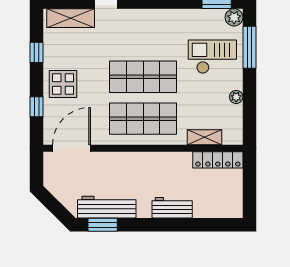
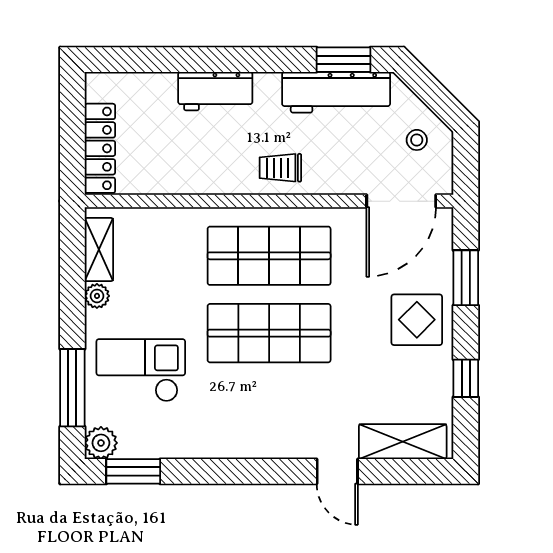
checkout: (212, 57) -> (141, 370), turned 180
window: (37, 107) -> (466, 278), width x1.50
shelving: (205, 137) -> (99, 250), moved, turned 90
locker: (218, 160) -> (100, 148), moved, turned 90
trolley: (137, 166) -> (280, 168), added
stool: (63, 181) -> (417, 140), added

